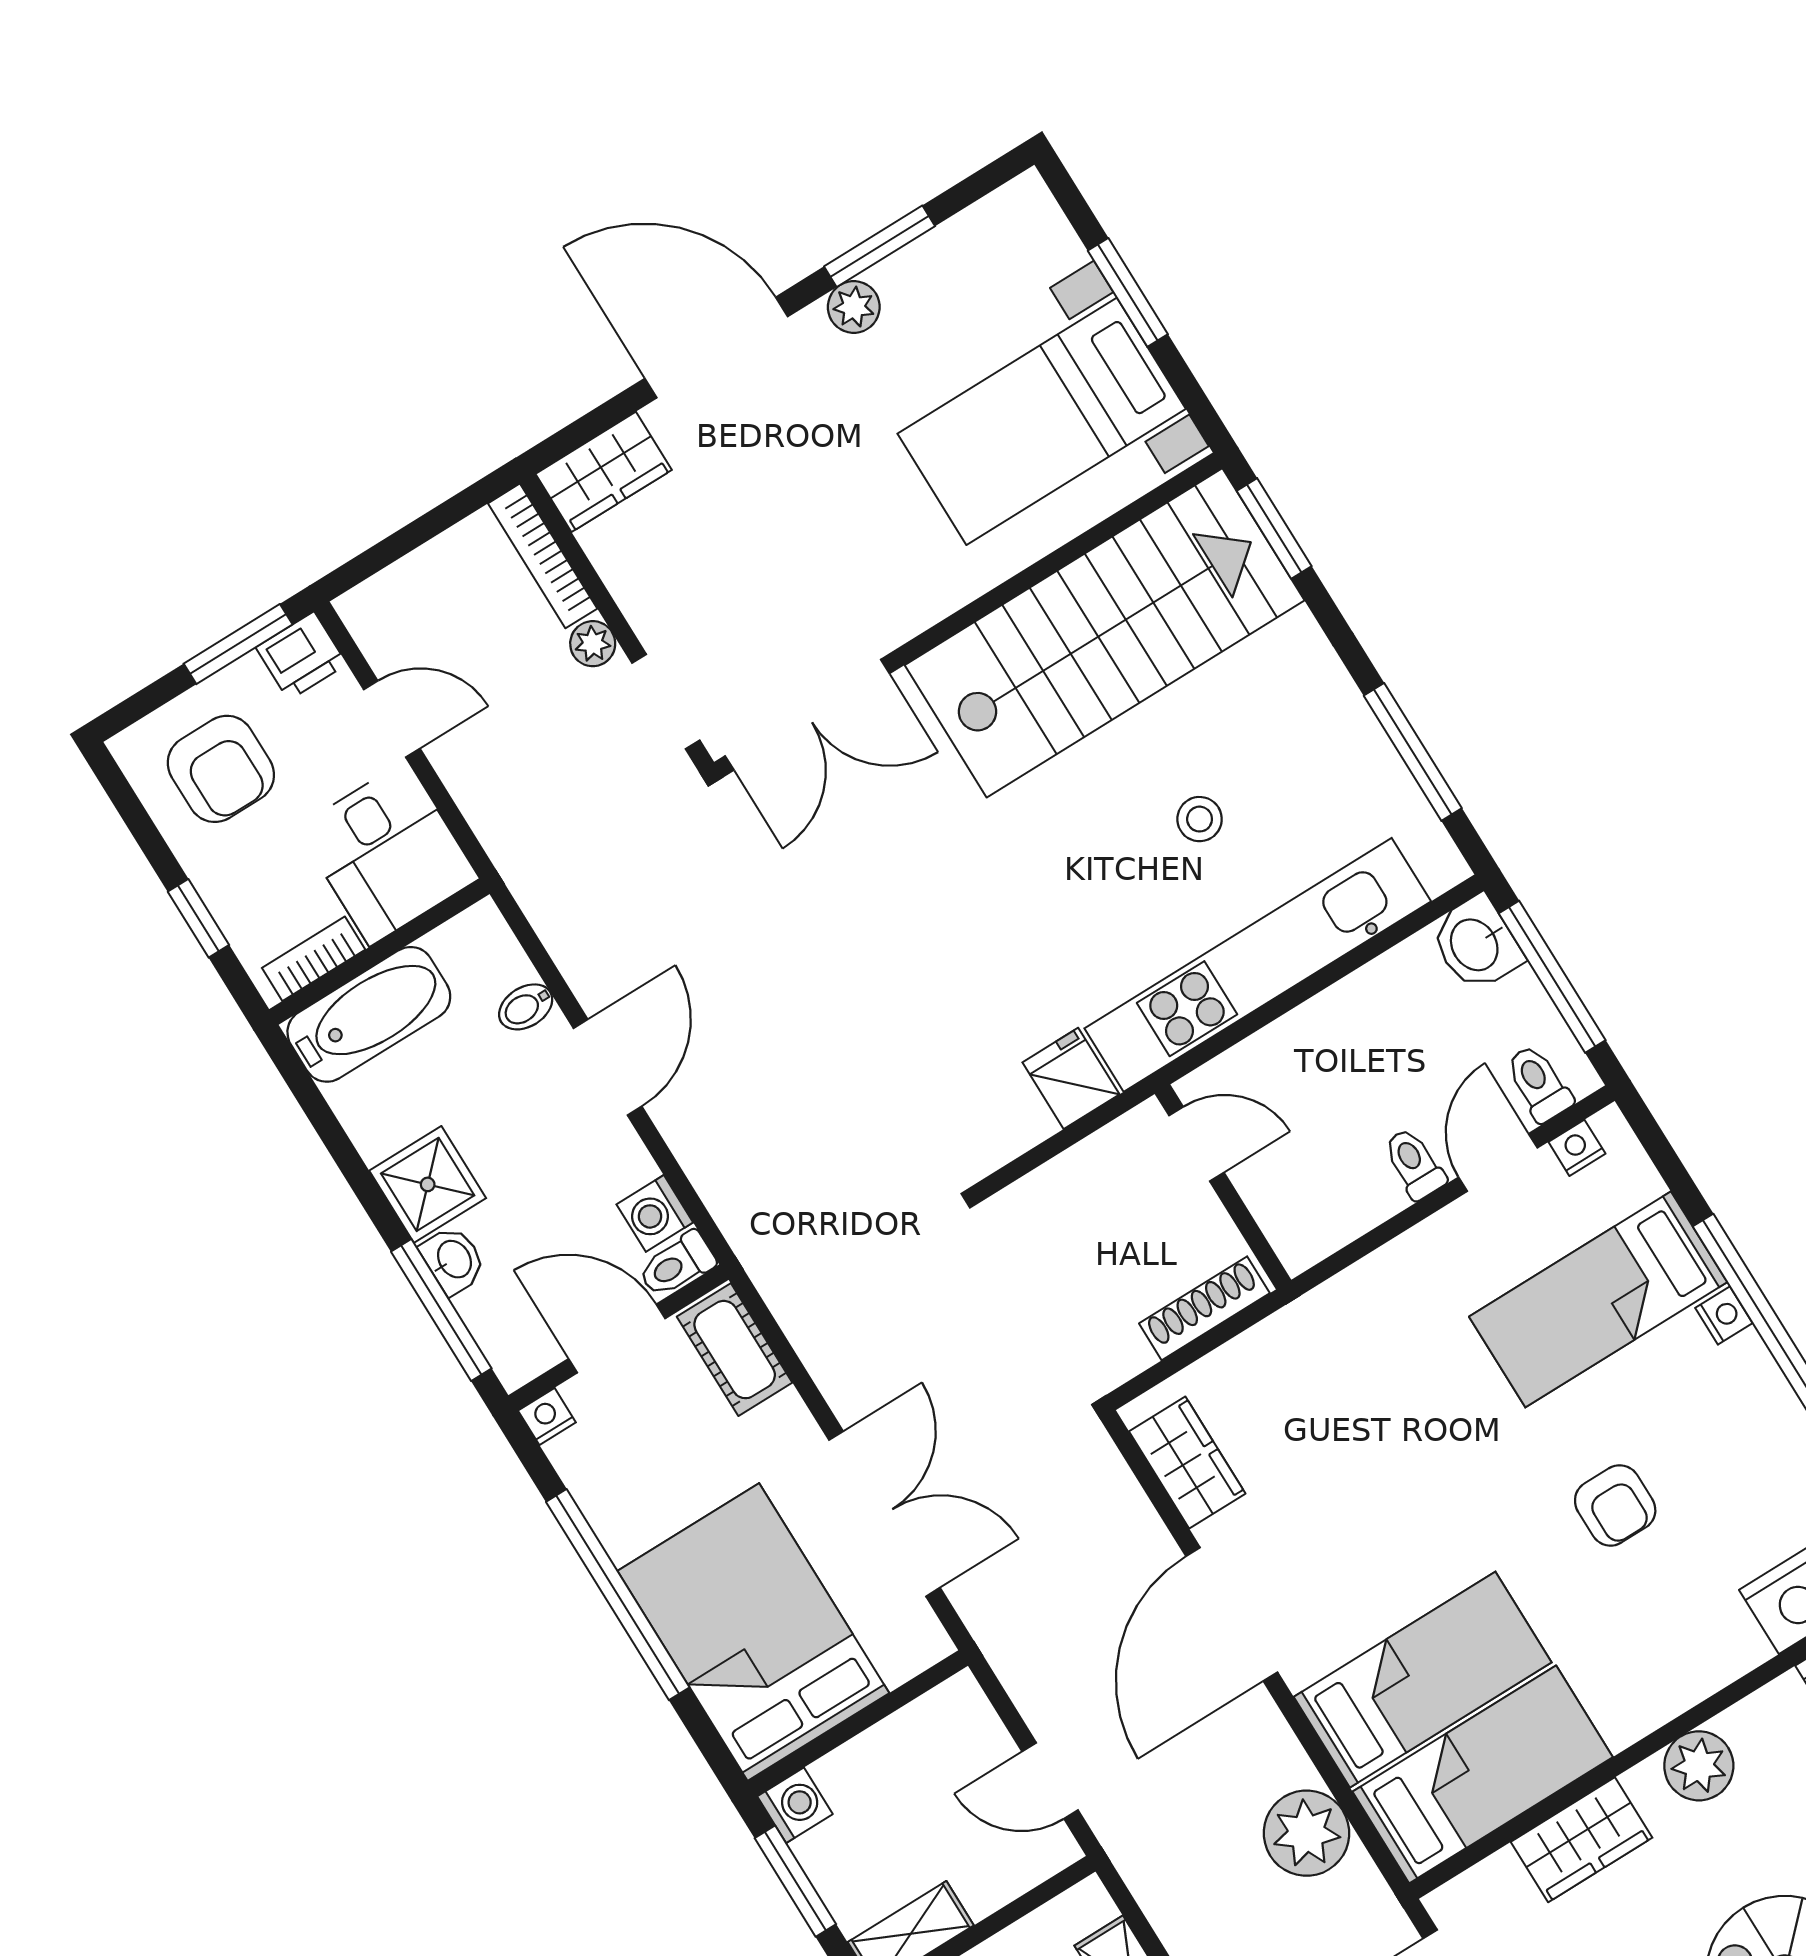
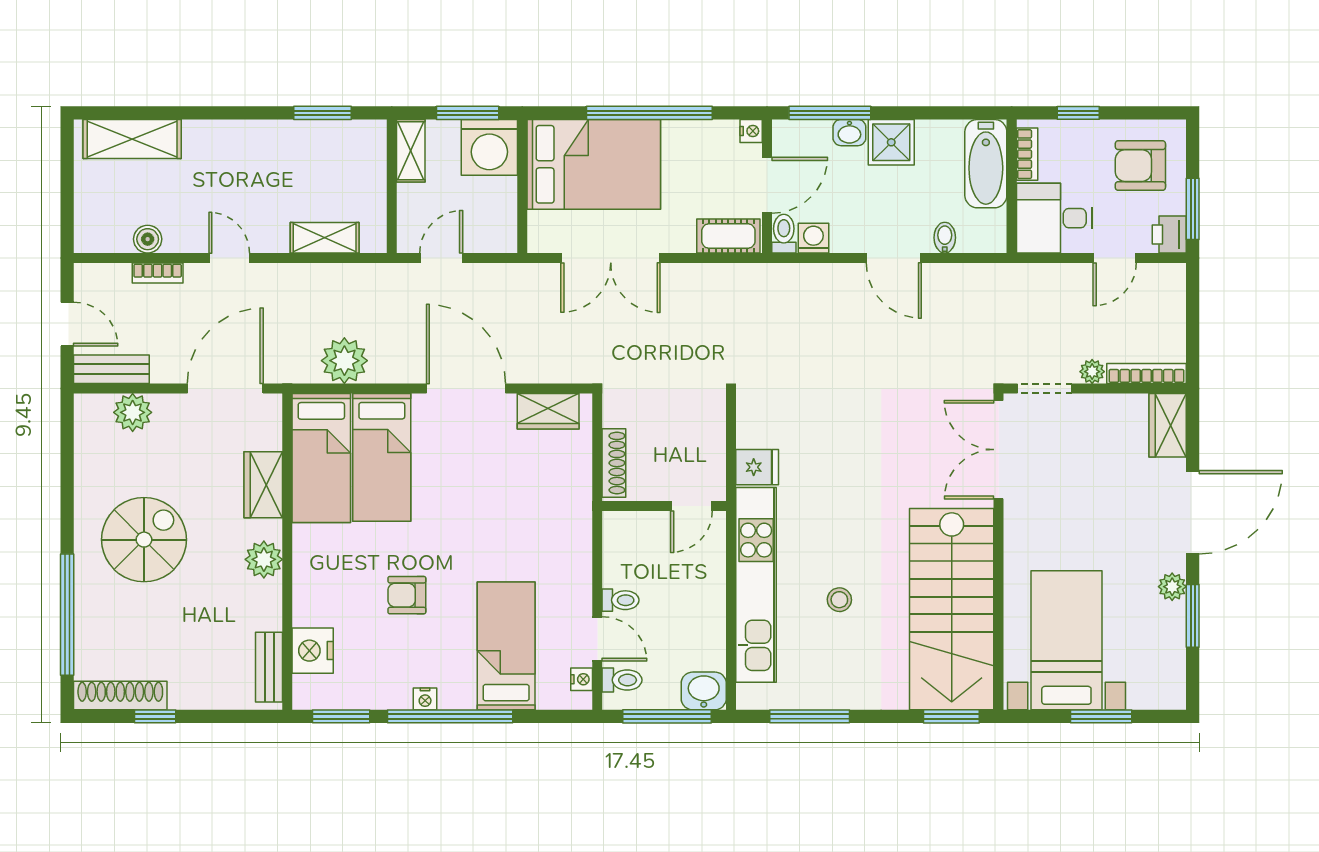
nightstand: (1724, 1316) -> (425, 699), moved
washing machine: (795, 1805) -> (489, 147), width x1.89, depth x1.89

